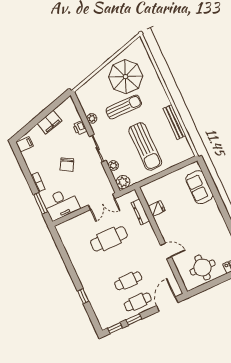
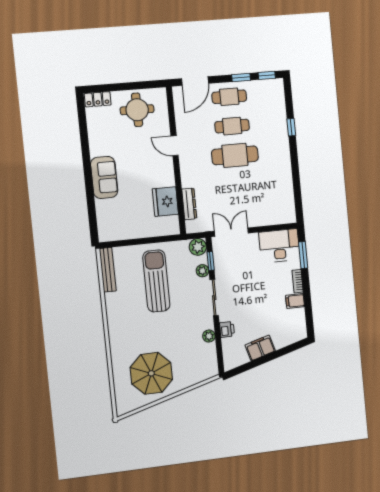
sun lounger: (124, 107) -> (166, 337), removed
bench: (175, 122) -> (108, 270), moved
filing cabinet: (25, 144) -> (295, 301), moved
chair: (67, 164) -> (257, 291), removed
window: (110, 175) -> (211, 261), added
sofa: (199, 187) -> (104, 177), moved
fridge: (157, 208) -> (165, 202), width x1.88, depth x1.34
cafe table: (109, 239) -> (235, 155), moved

